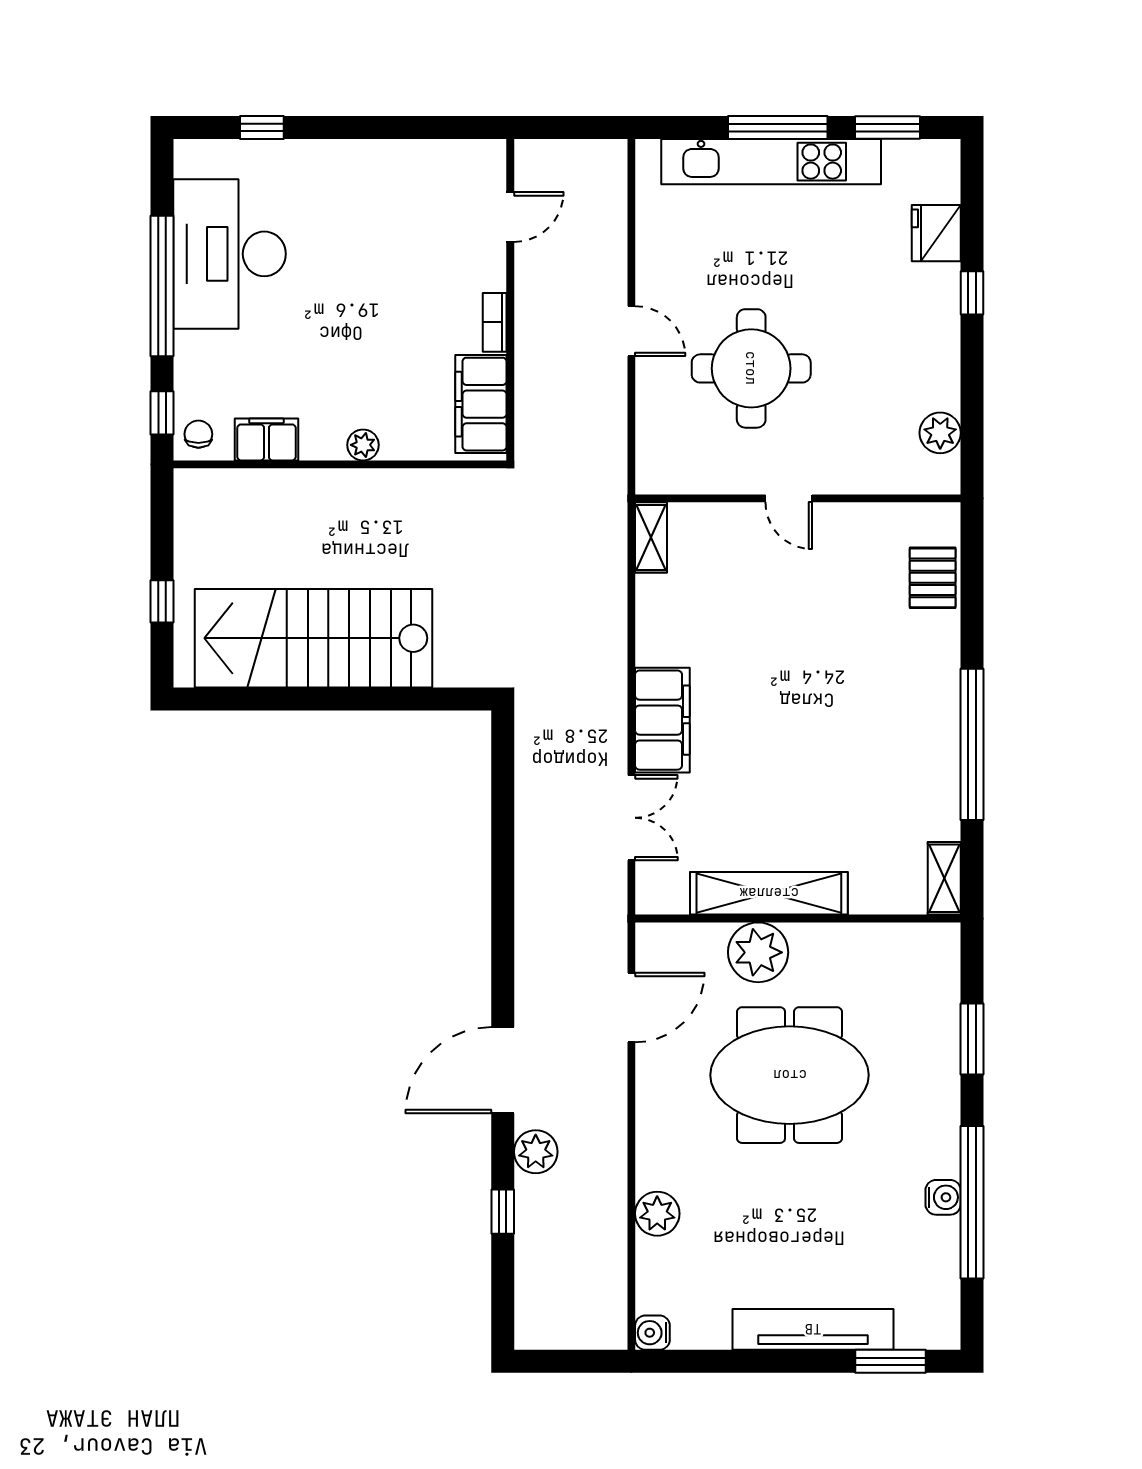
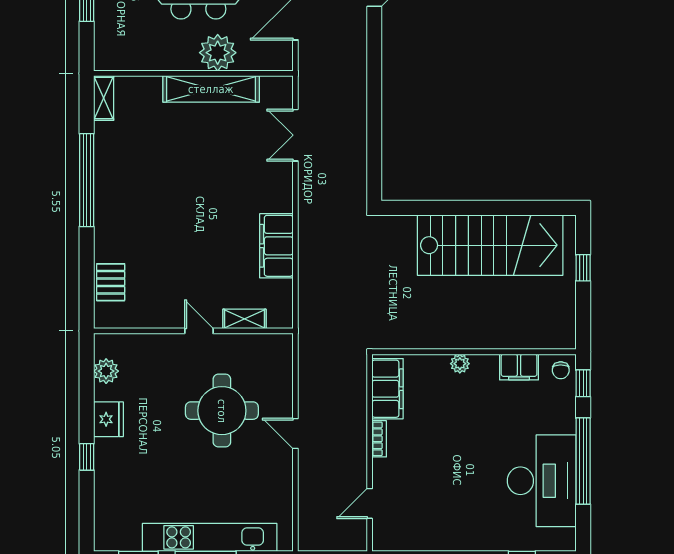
fridge: (936, 233) -> (108, 419), moved
shelving: (651, 537) -> (244, 319), moved, turned 90
filing cabinet: (662, 720) -> (276, 246), moved

